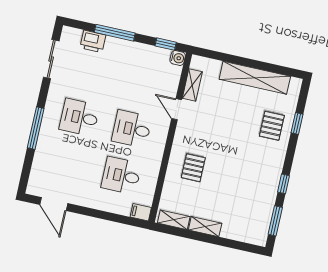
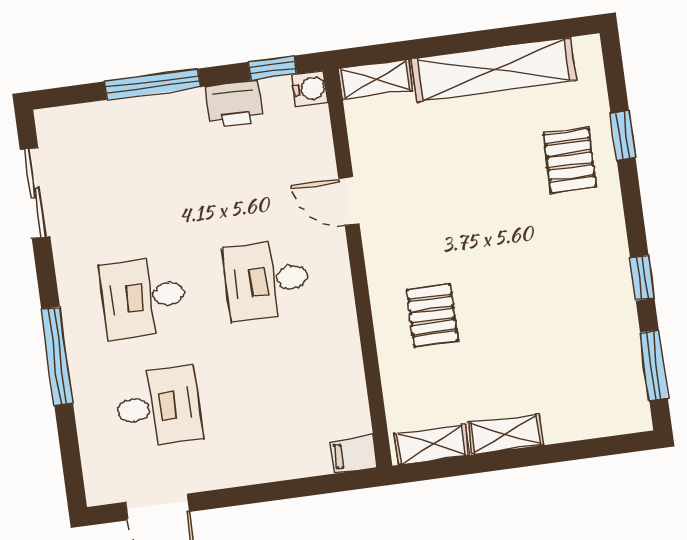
printer: (93, 41) -> (234, 104), moved
shelving: (192, 85) -> (376, 79), moved, turned 90
desk: (121, 176) -> (159, 407), moved, turned 180

